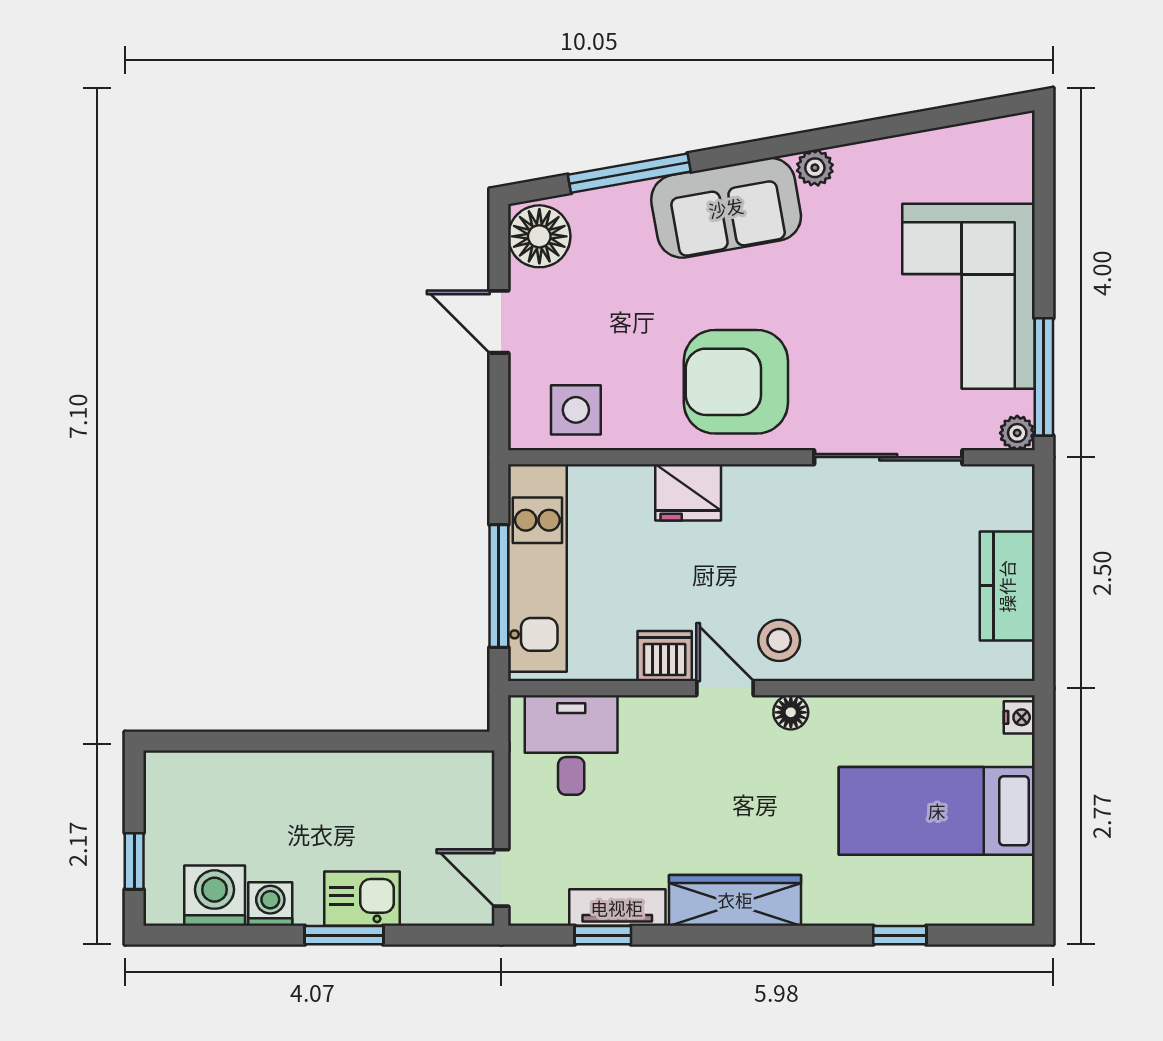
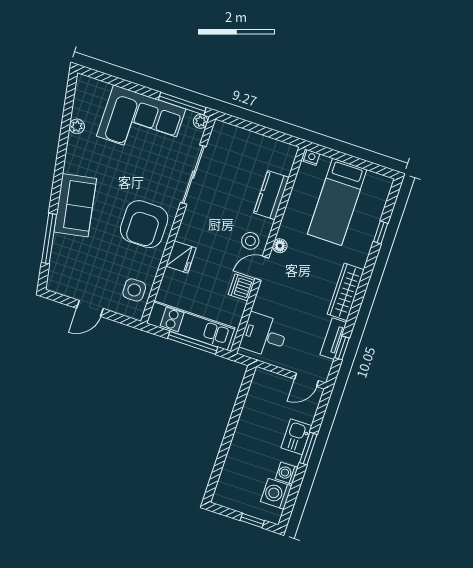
plant: (815, 168) -> (77, 126), moved
floor lamp: (539, 236) -> (62, 282), removed
kitchen counter: (1007, 586) -> (271, 195), moved, turned 90

